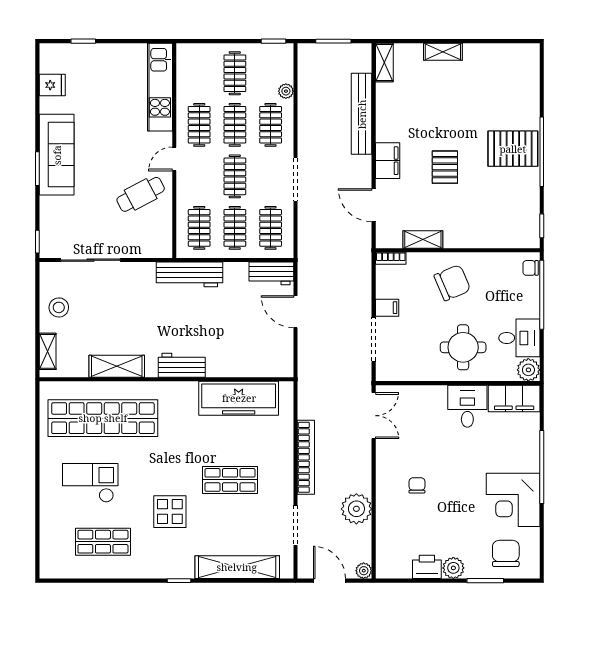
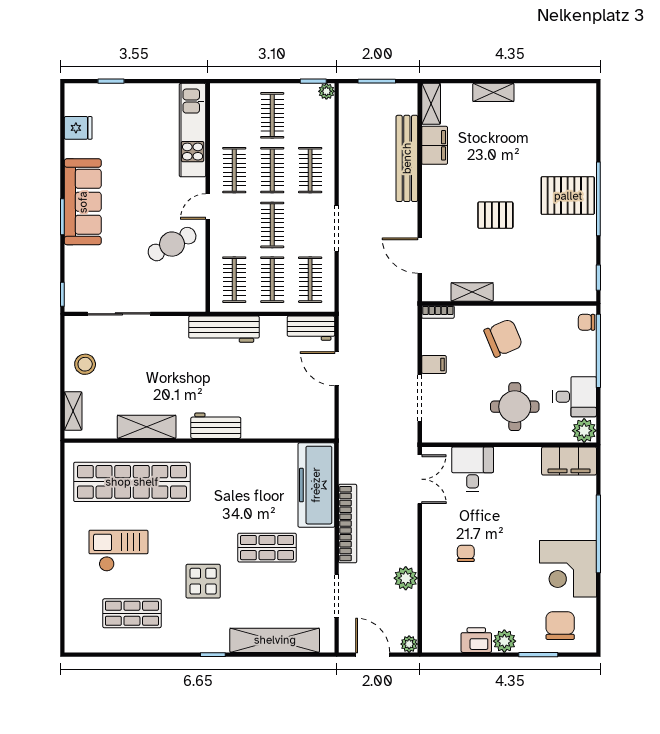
plant: (286, 91) -> (326, 91), moved
filing cabinet: (388, 161) -> (435, 145), moved
pallet: (445, 167) -> (495, 215), turned 90
freezer: (239, 398) -> (316, 485), moved, turned 90
desk: (467, 406) -> (473, 469), moved
plant: (356, 509) -> (406, 578), width x0.73, depth x0.73

